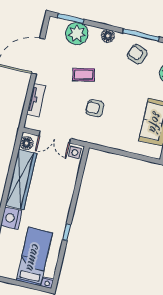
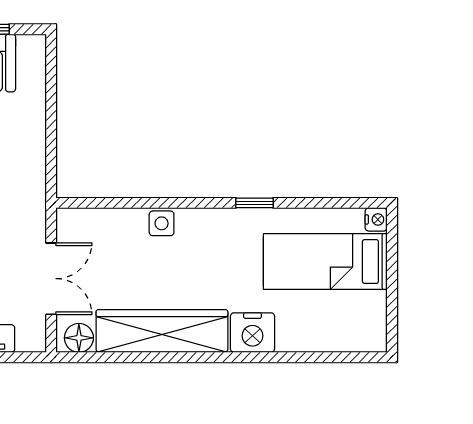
side table: (75, 153) -> (162, 223), moved

